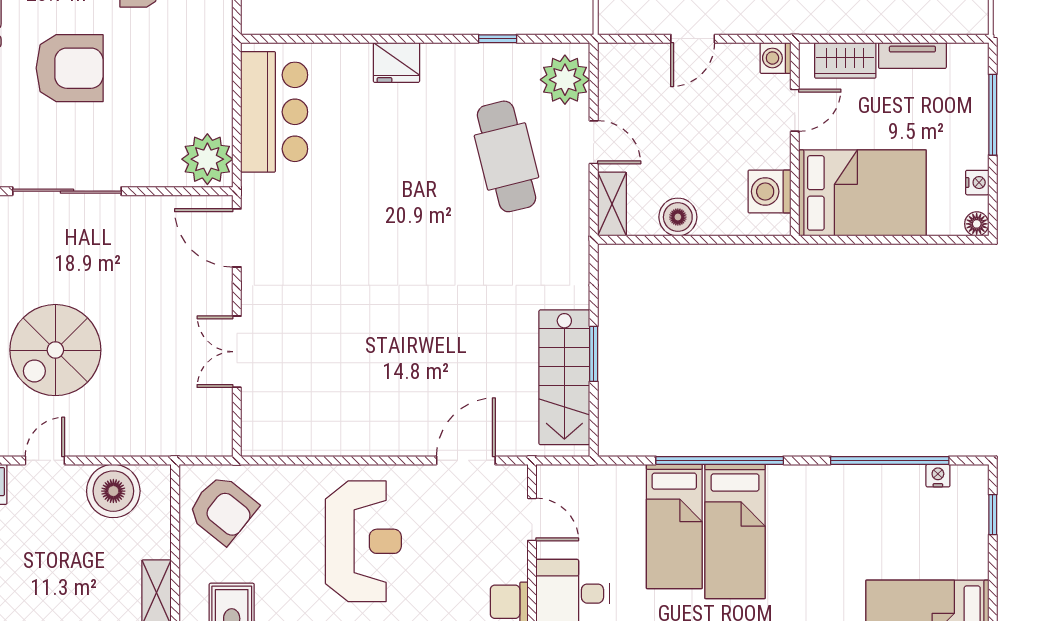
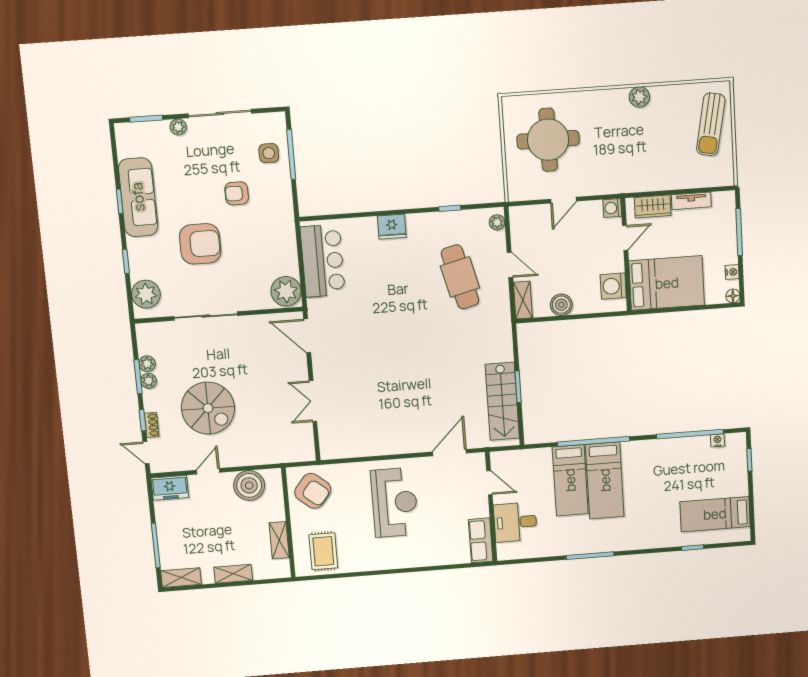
plant: (565, 80) -> (497, 222), width x0.53, depth x0.53
spiral stairs: (55, 350) -> (208, 408), turned -90

